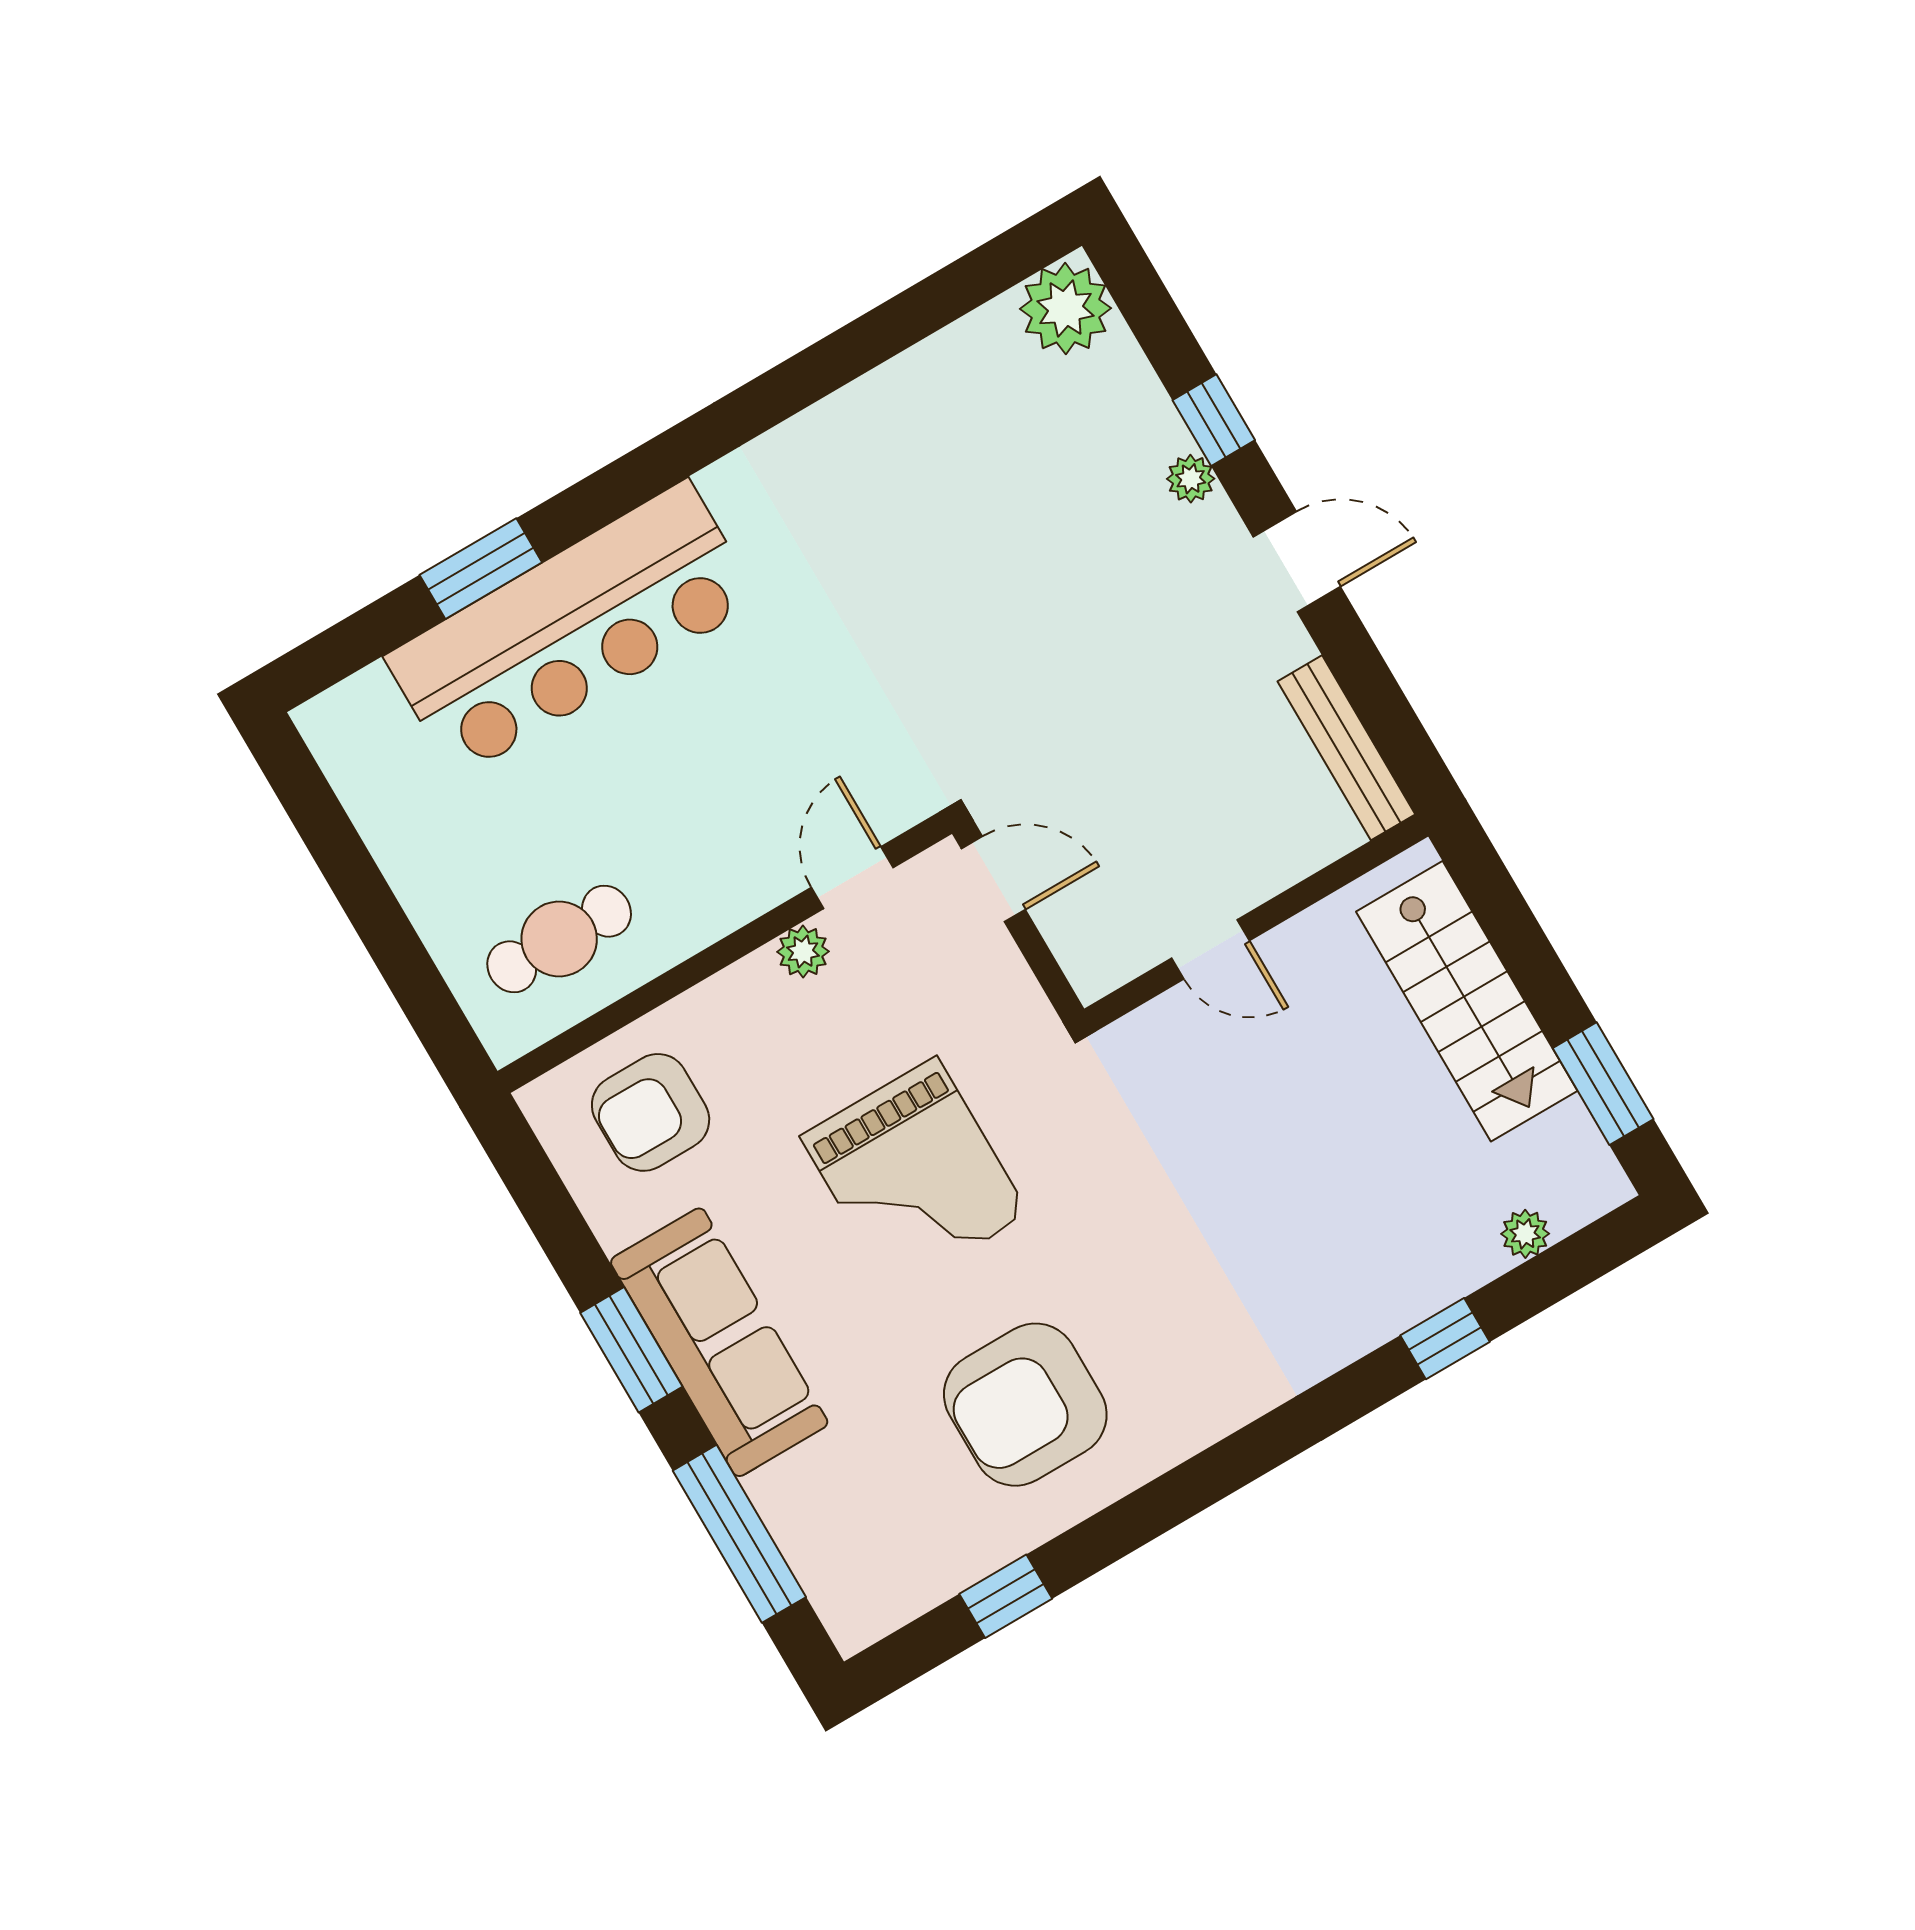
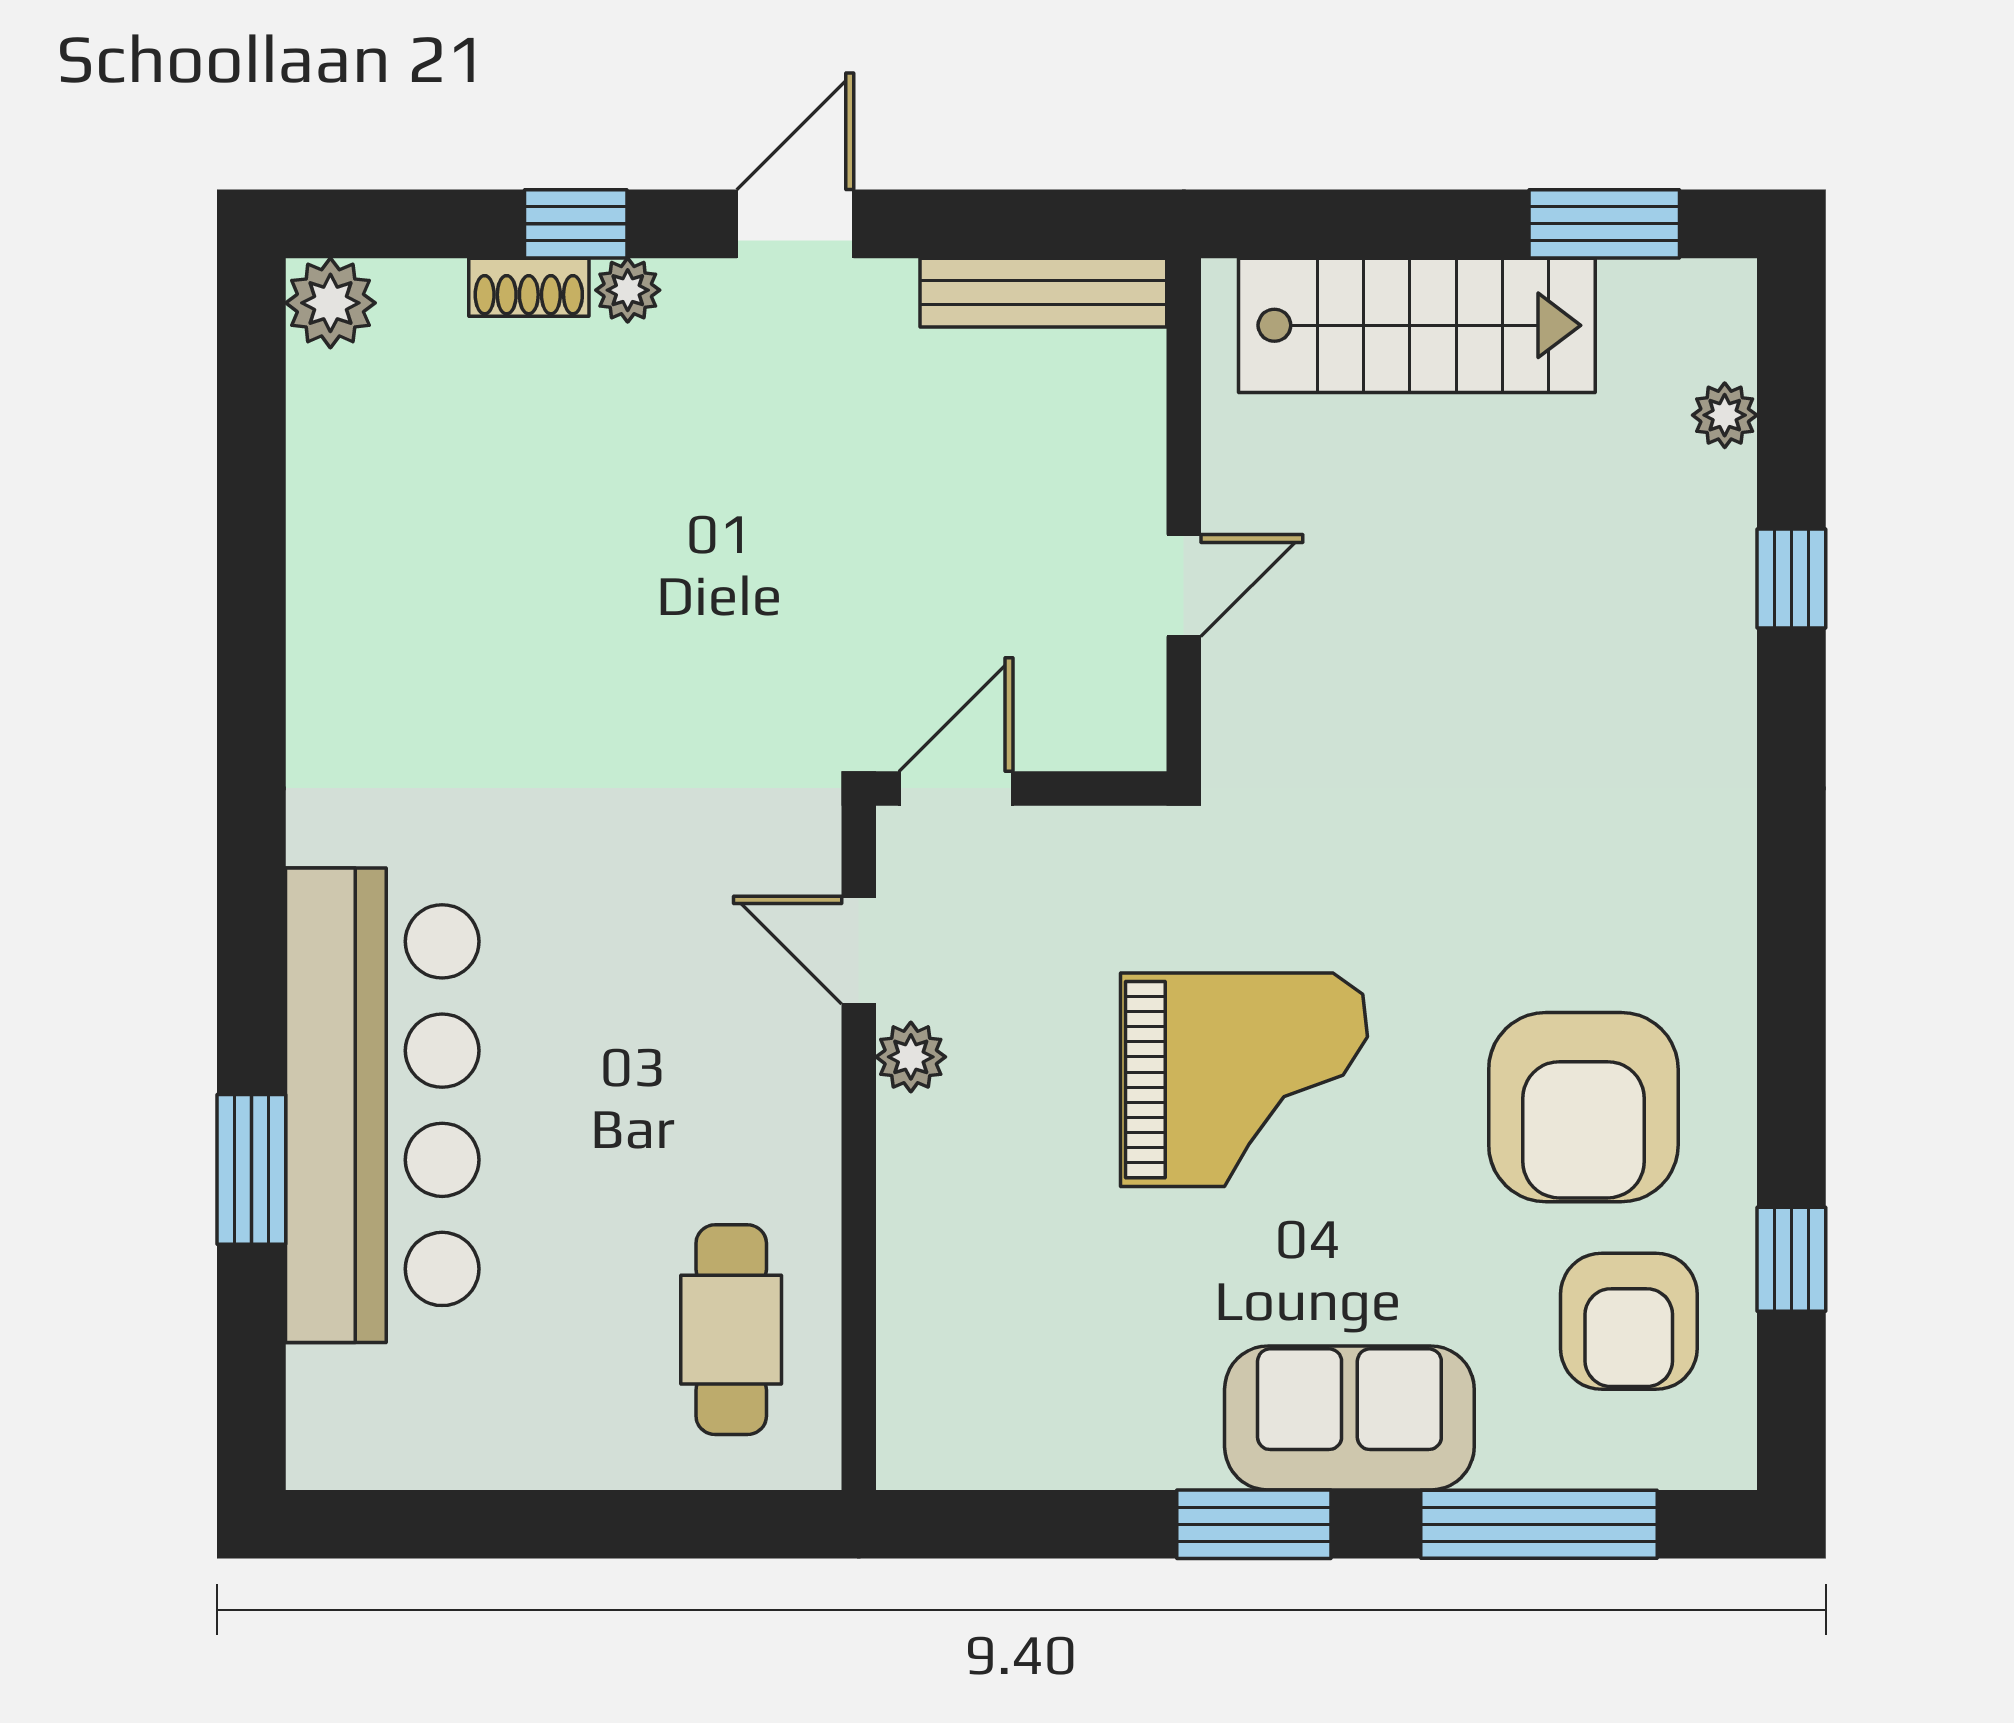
plant: (1065, 309) -> (330, 303), width x0.73, depth x0.73
shoe rack: (1155, 414) -> (529, 287), added
armchair: (651, 1112) -> (1629, 1321), moved
sofa: (719, 1342) -> (1349, 1418), width x0.73

